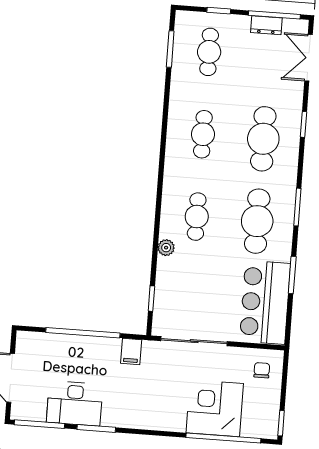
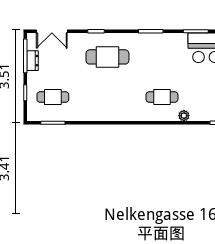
cafe table: (203, 134) -> (107, 97), removed
cafe table: (257, 221) -> (162, 57), removed

